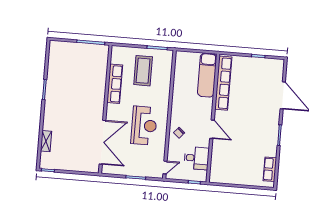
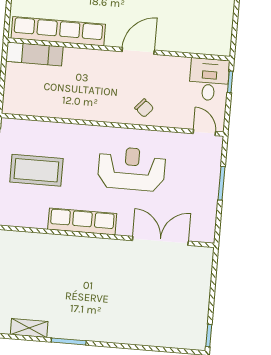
exam couch: (207, 75) -> (34, 54), width x0.73, depth x0.69
row of seats: (115, 84) -> (82, 221), moved
shelving: (46, 141) -> (29, 328), moved
double door: (102, 142) -> (160, 241), width x0.73
desk: (197, 158) -> (209, 80), moved

